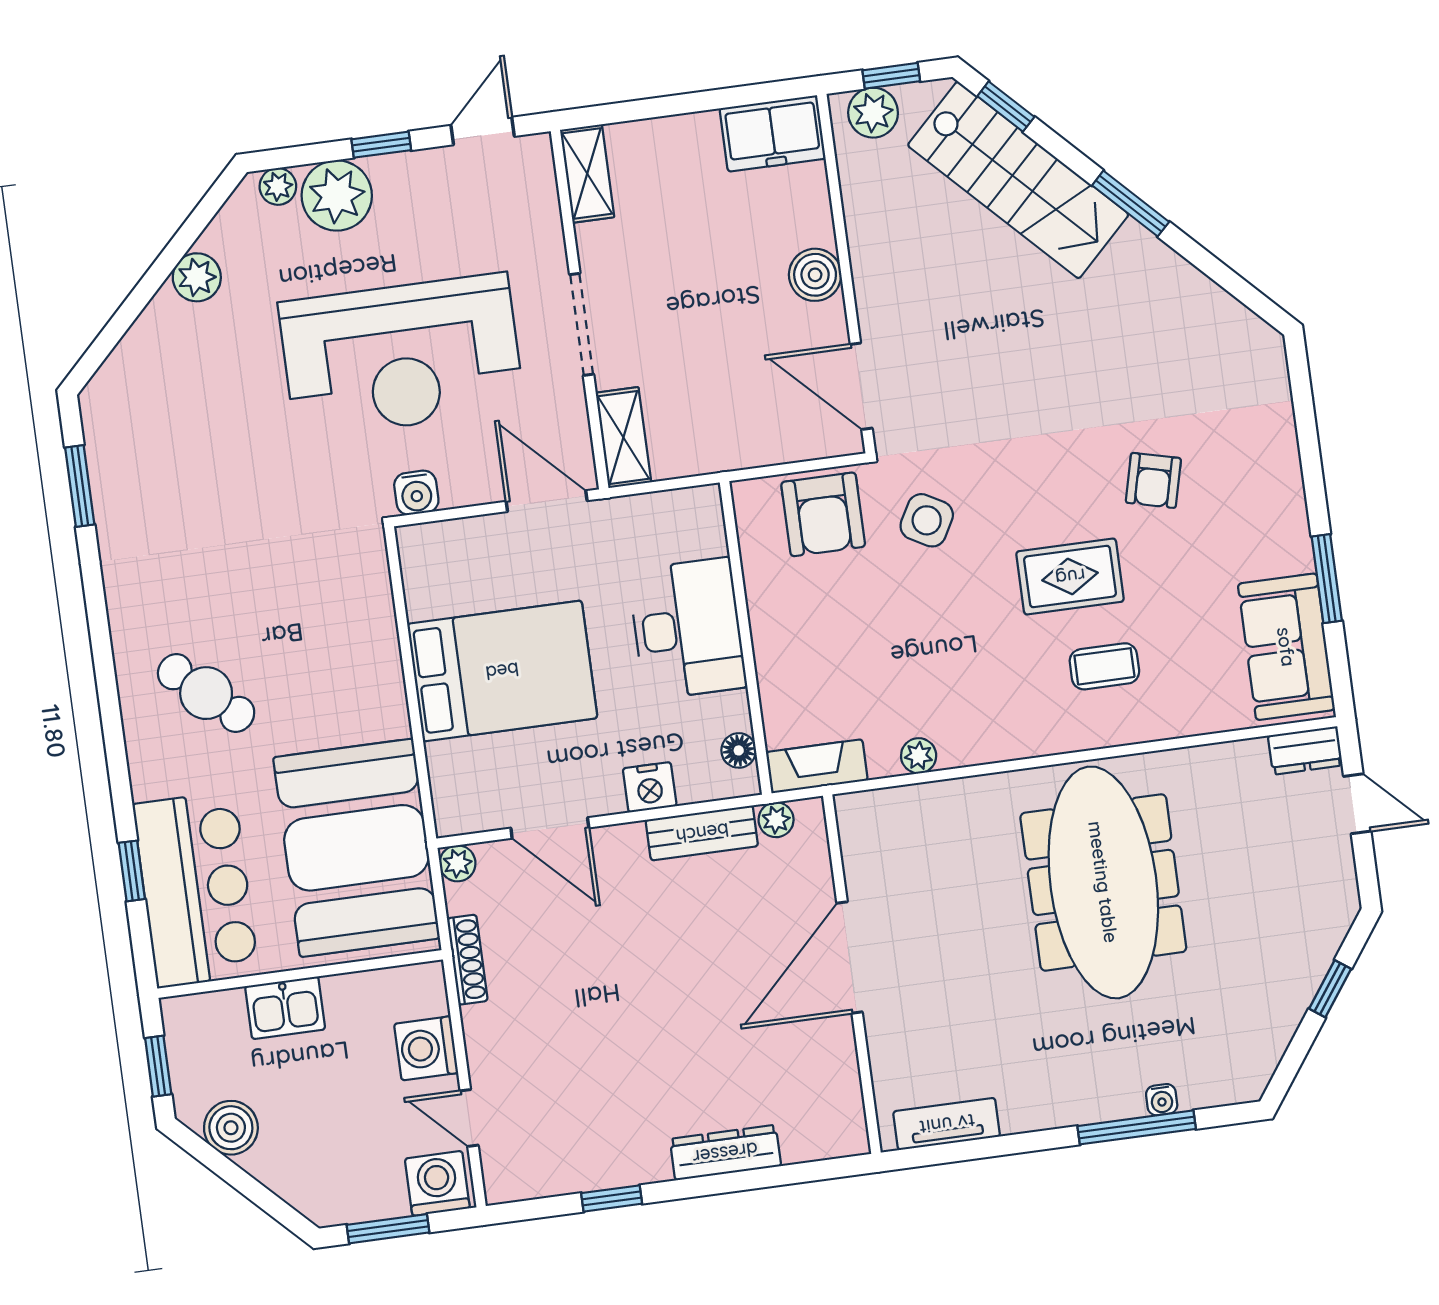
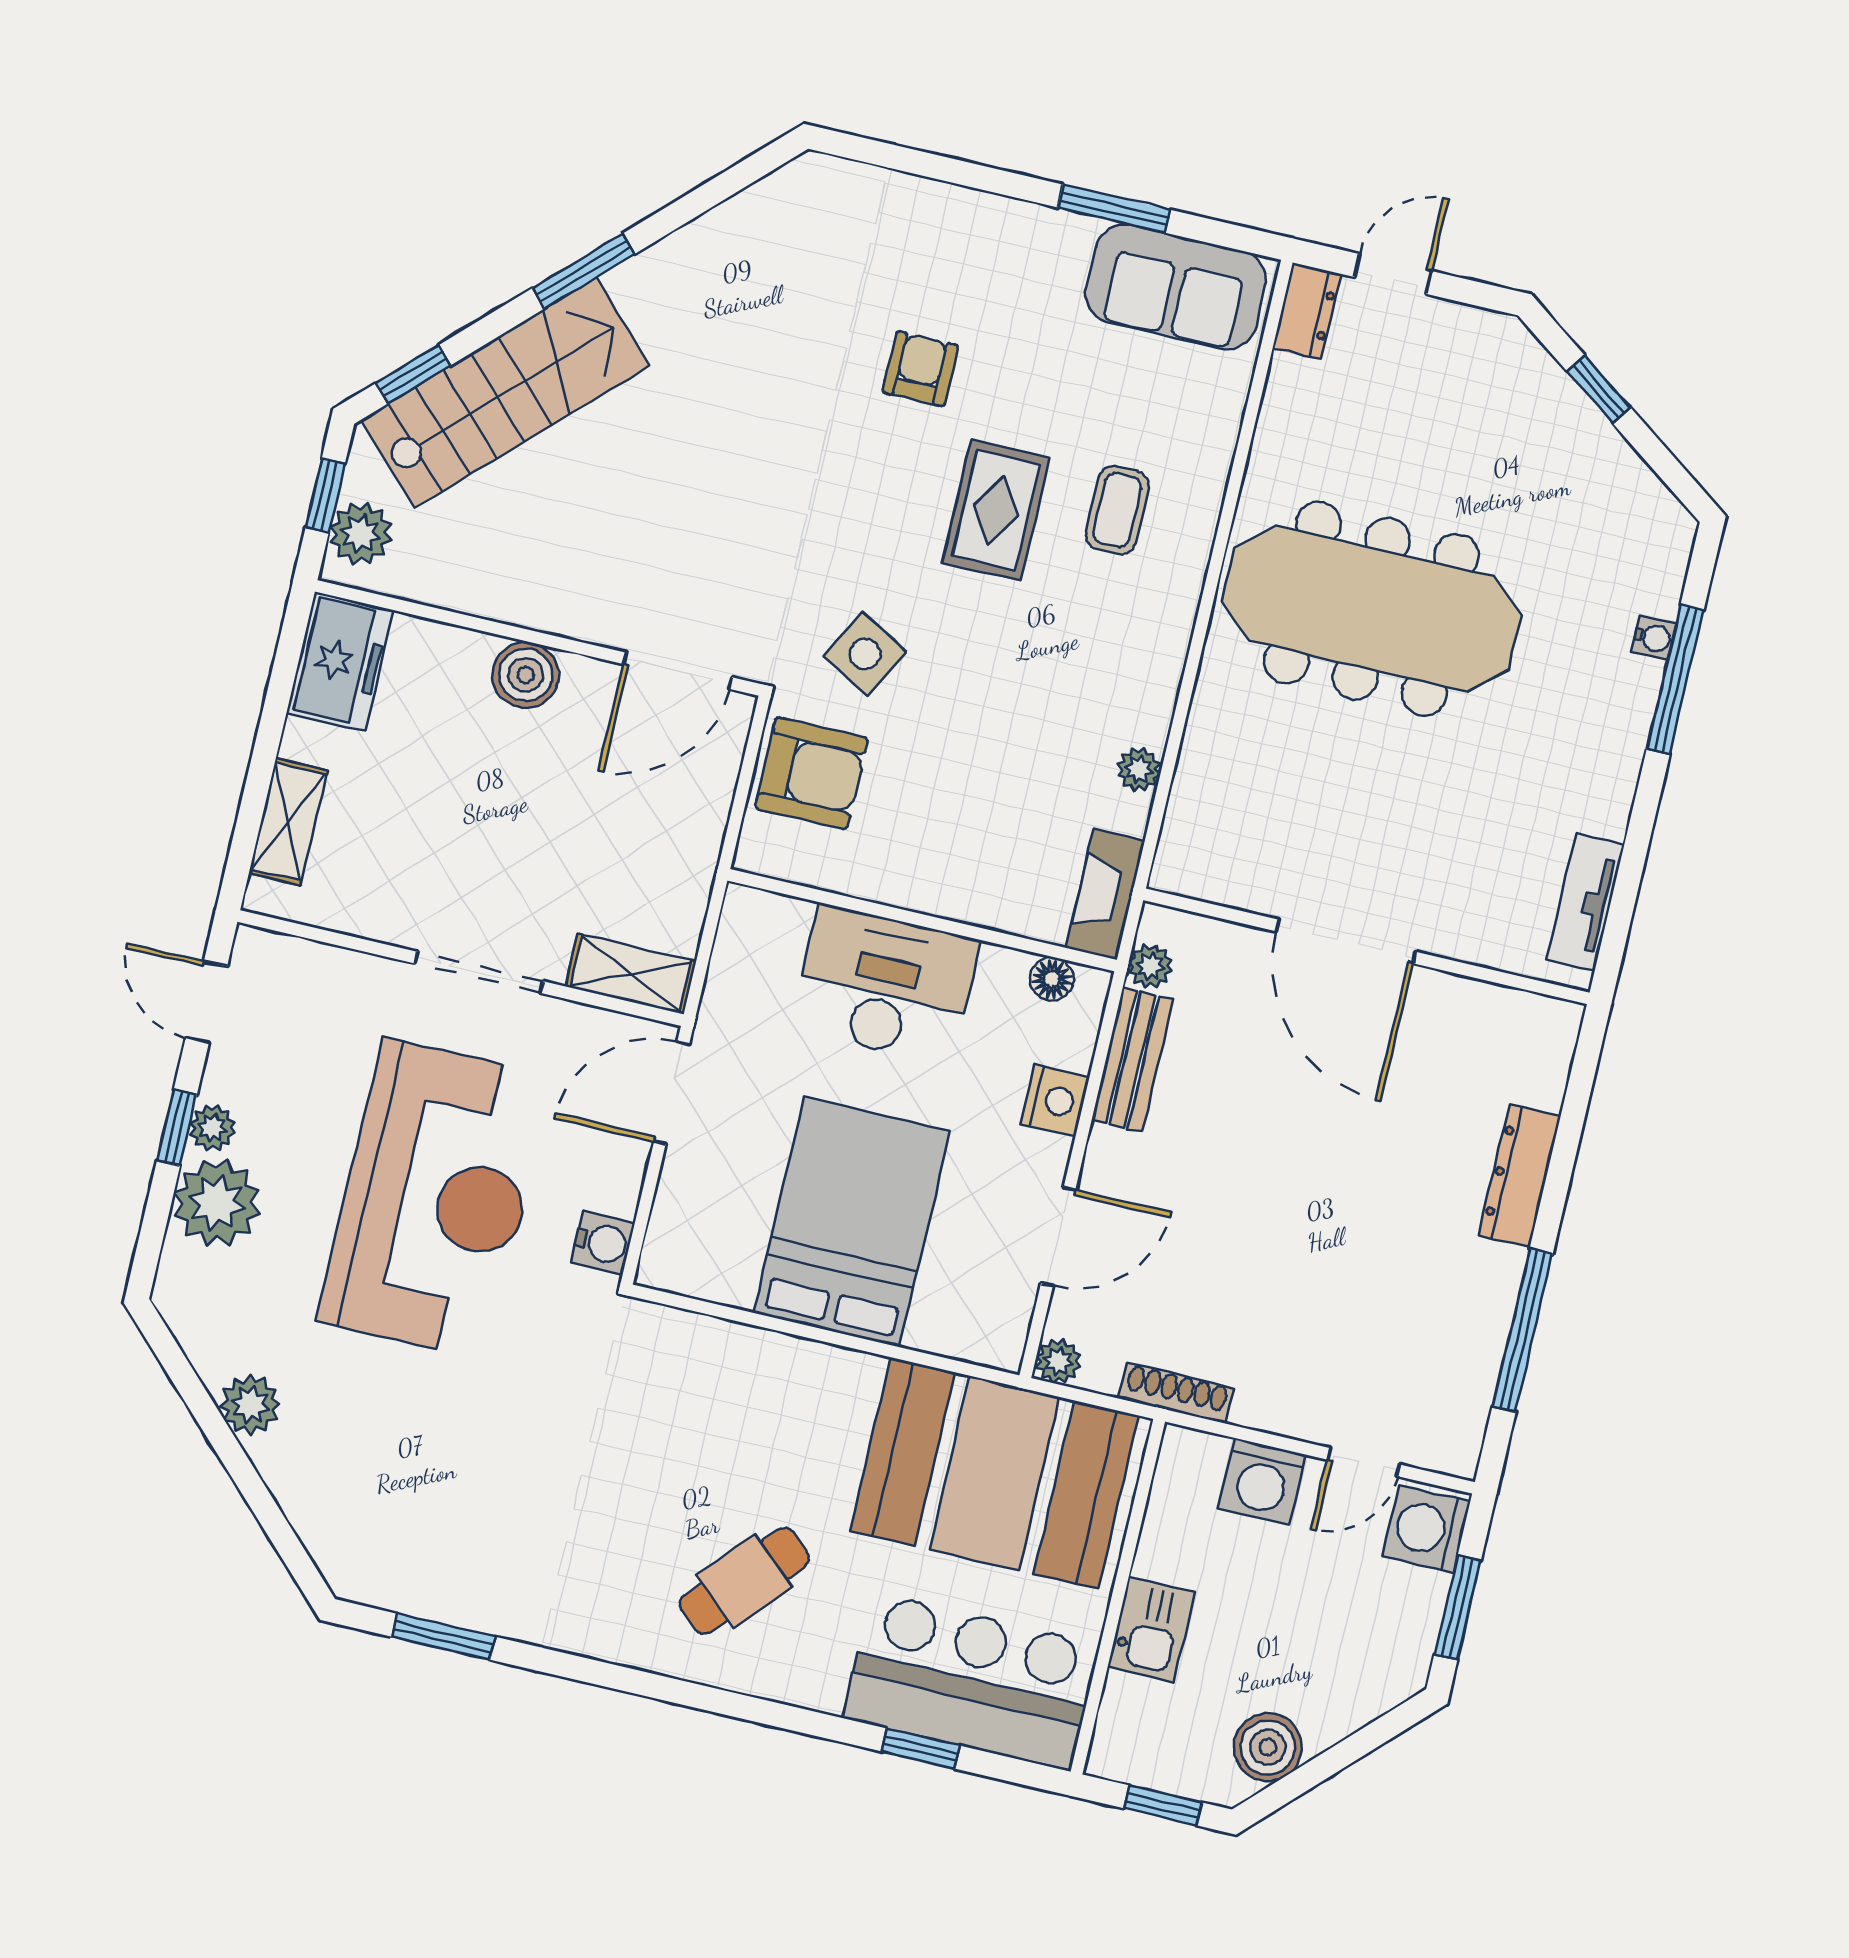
shelving: (587, 174) -> (288, 822), moved, turned 90
plant: (278, 186) -> (213, 1128), moved
armchair: (1153, 480) -> (920, 369), turned -104
window: (612, 1198) -> (1523, 1330), width x2.17

